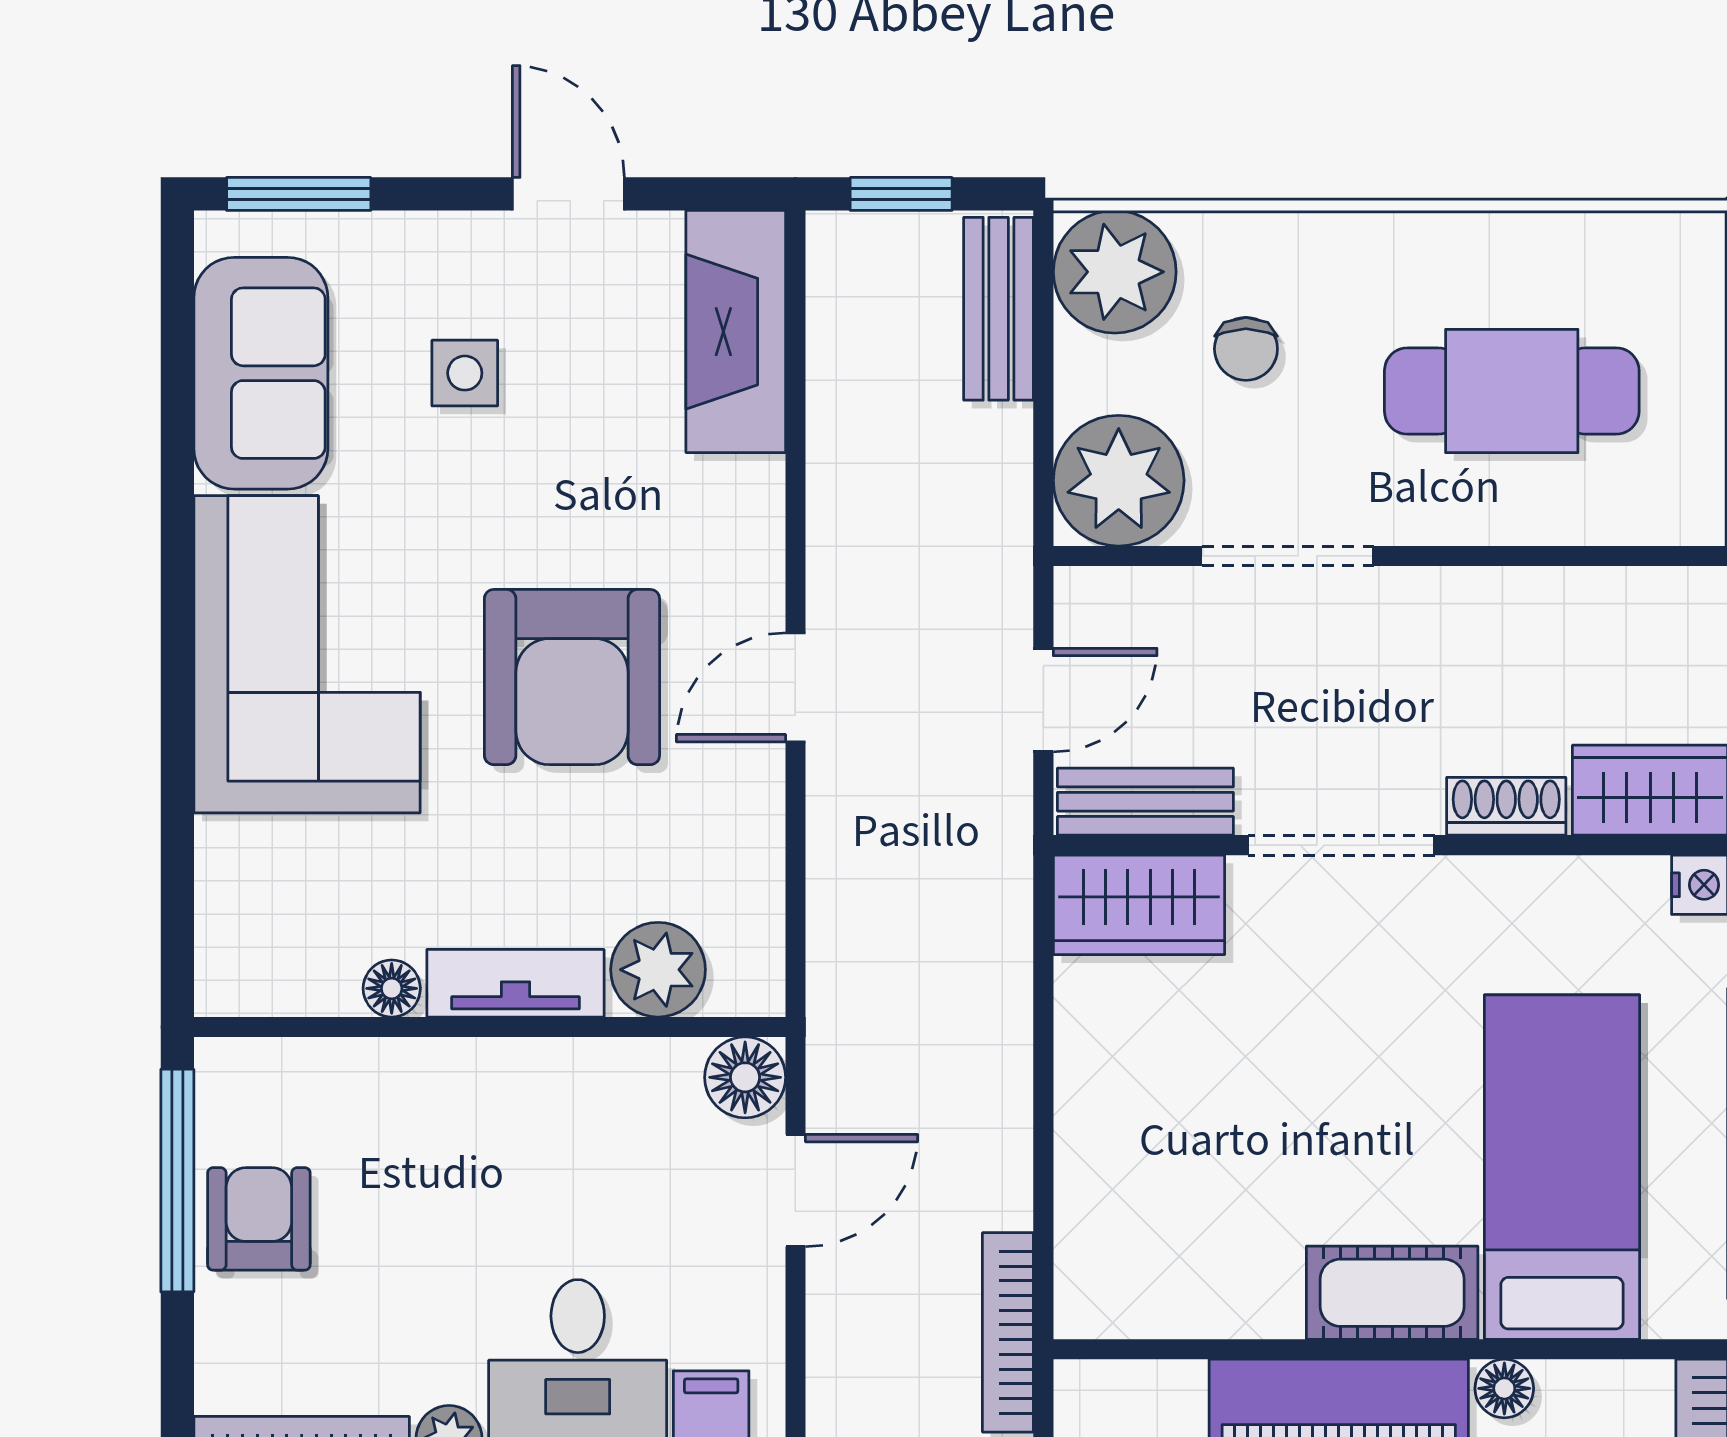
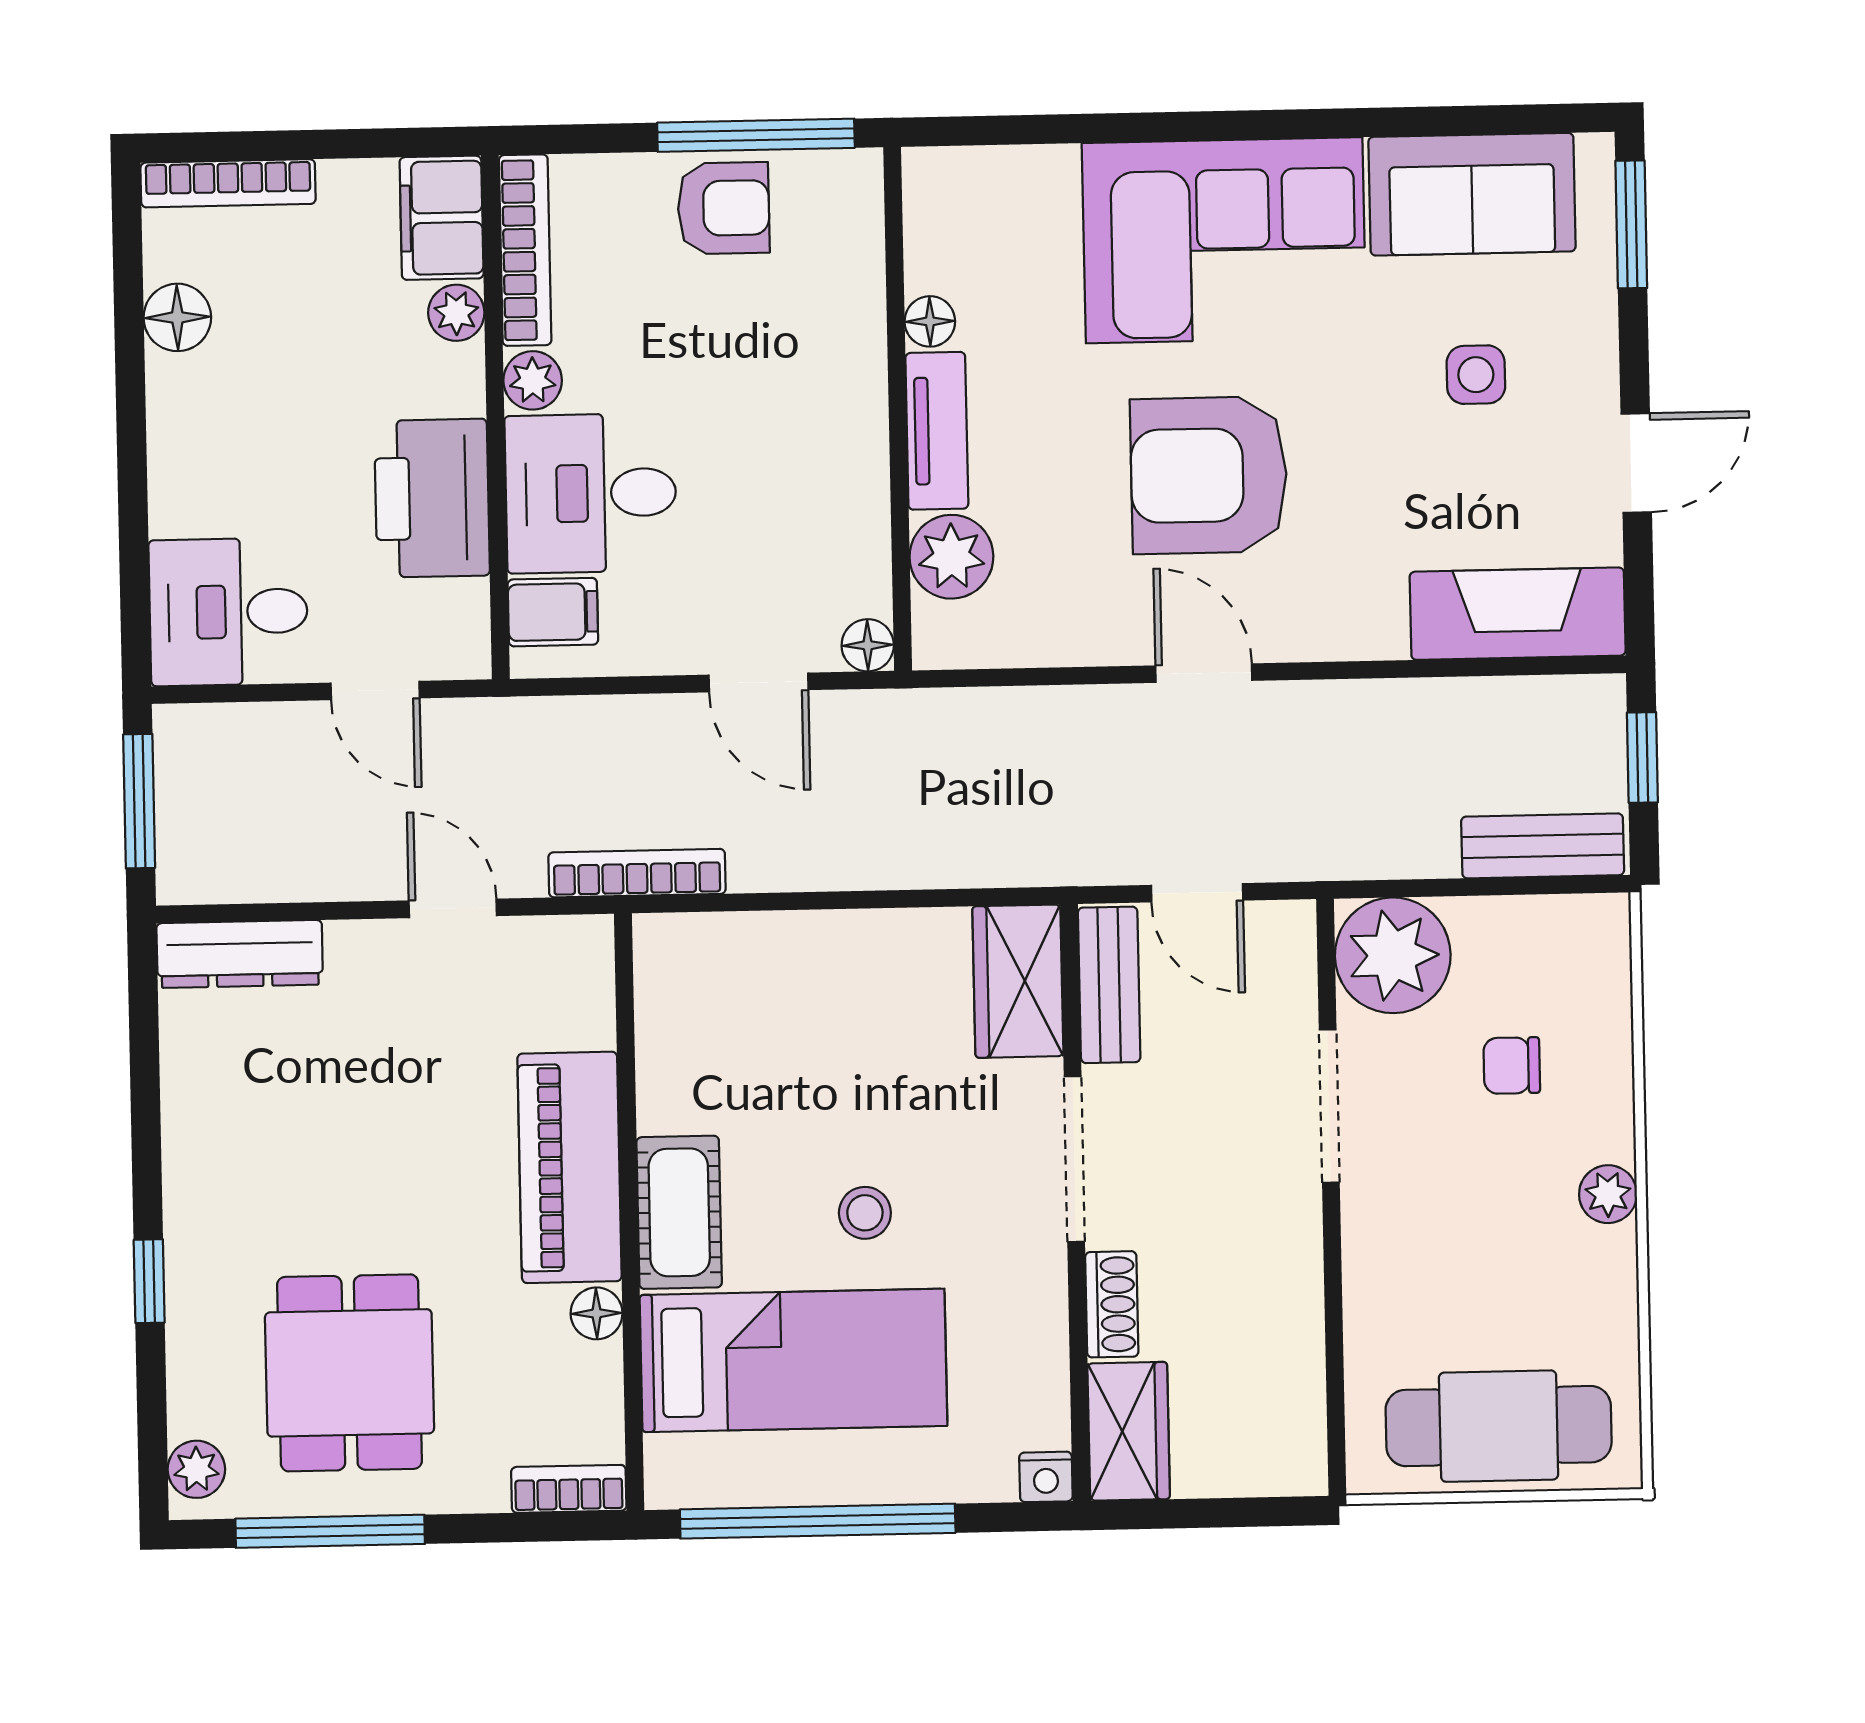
plant: (1115, 272) -> (1608, 1194), moved, width x0.53, depth x0.53
cafe table: (1512, 391) -> (1499, 1426), moved, turned 90
floor lamp: (745, 1077) -> (868, 645), width x0.73, depth x0.73
stool: (1397, 1083) -> (865, 1213), added

